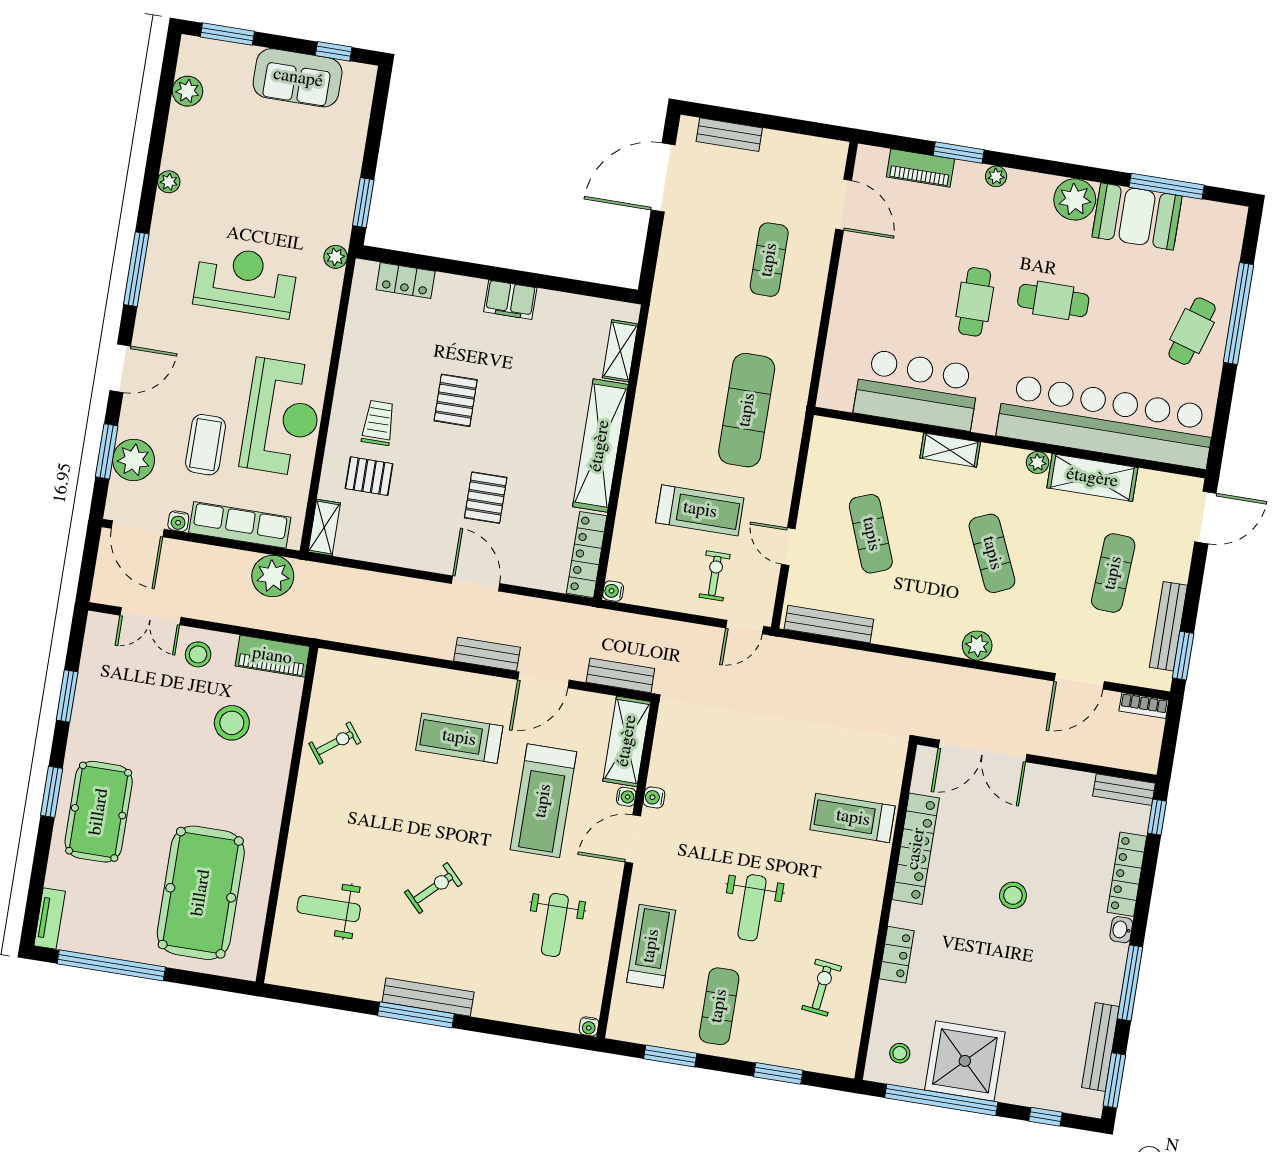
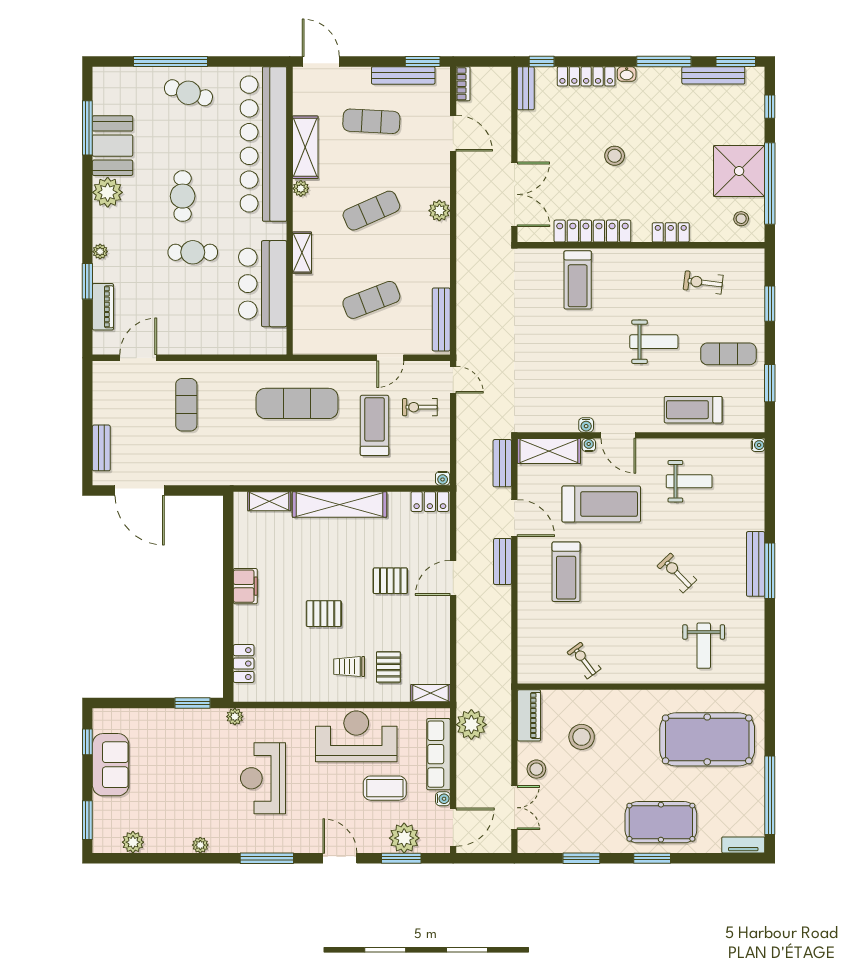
exercise mat: (769, 260) -> (186, 405), turned 90
locker: (587, 555) -> (430, 502), width x0.66

